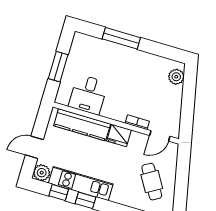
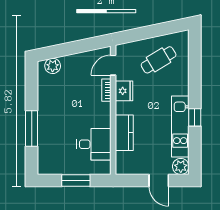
kitchen counter: (82, 125) -> (124, 133), width x0.67
fridge: (119, 135) -> (124, 91), moved
door: (160, 136) -> (113, 65), swing flipped
window: (59, 192) -> (195, 145), removed

